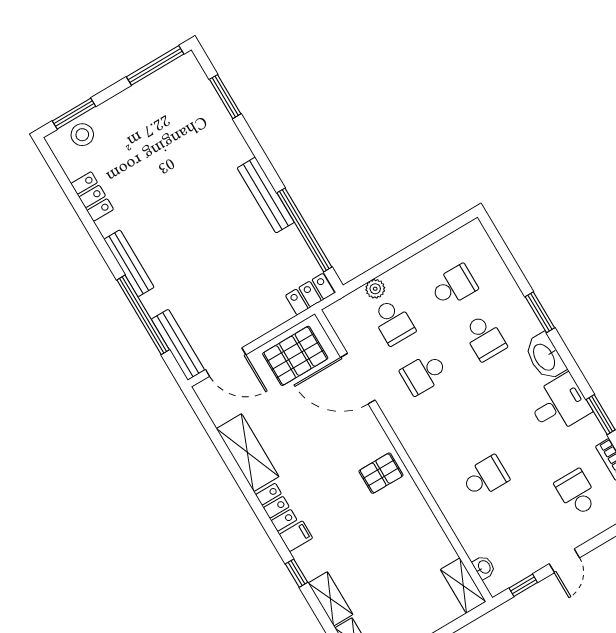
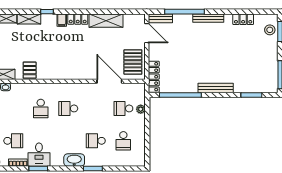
bench: (266, 195) -> (216, 88), moved
locker: (310, 294) -> (154, 77), width x1.53
bench: (178, 345) -> (160, 18), width x0.73
door: (226, 362) -> (147, 33), swing flipped
school desk: (424, 374) -> (68, 108), moved, turned -90
door: (358, 379) -> (109, 81), hinge flipped
desk: (559, 404) -> (39, 155), moved
pallet: (381, 473) -> (30, 70), moved

